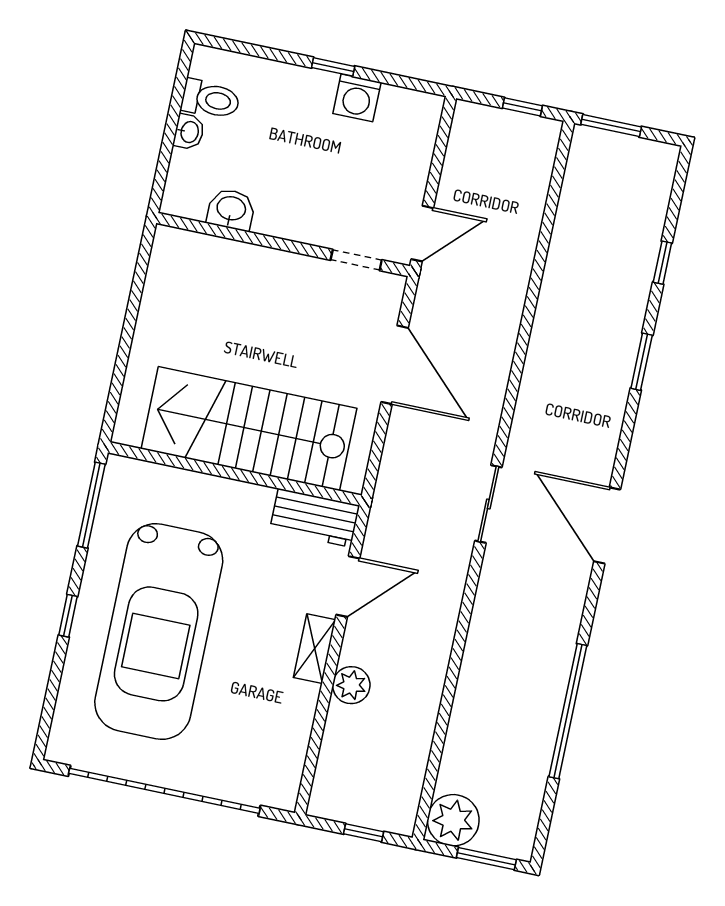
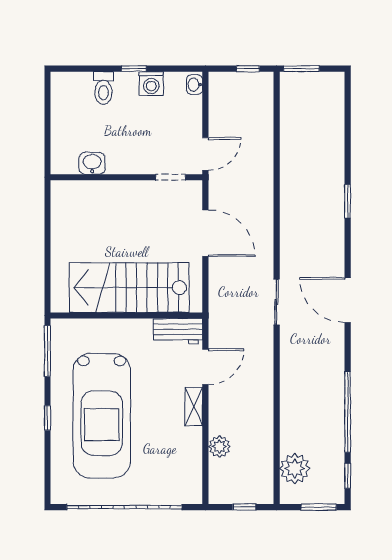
toilet: (210, 99) -> (103, 88), moved, turned 90
washbasin: (189, 132) -> (195, 85), moved, turned 180
window: (662, 263) -> (348, 476), moved
plant: (351, 685) -> (219, 447), moved
plant: (453, 820) -> (295, 468), moved

